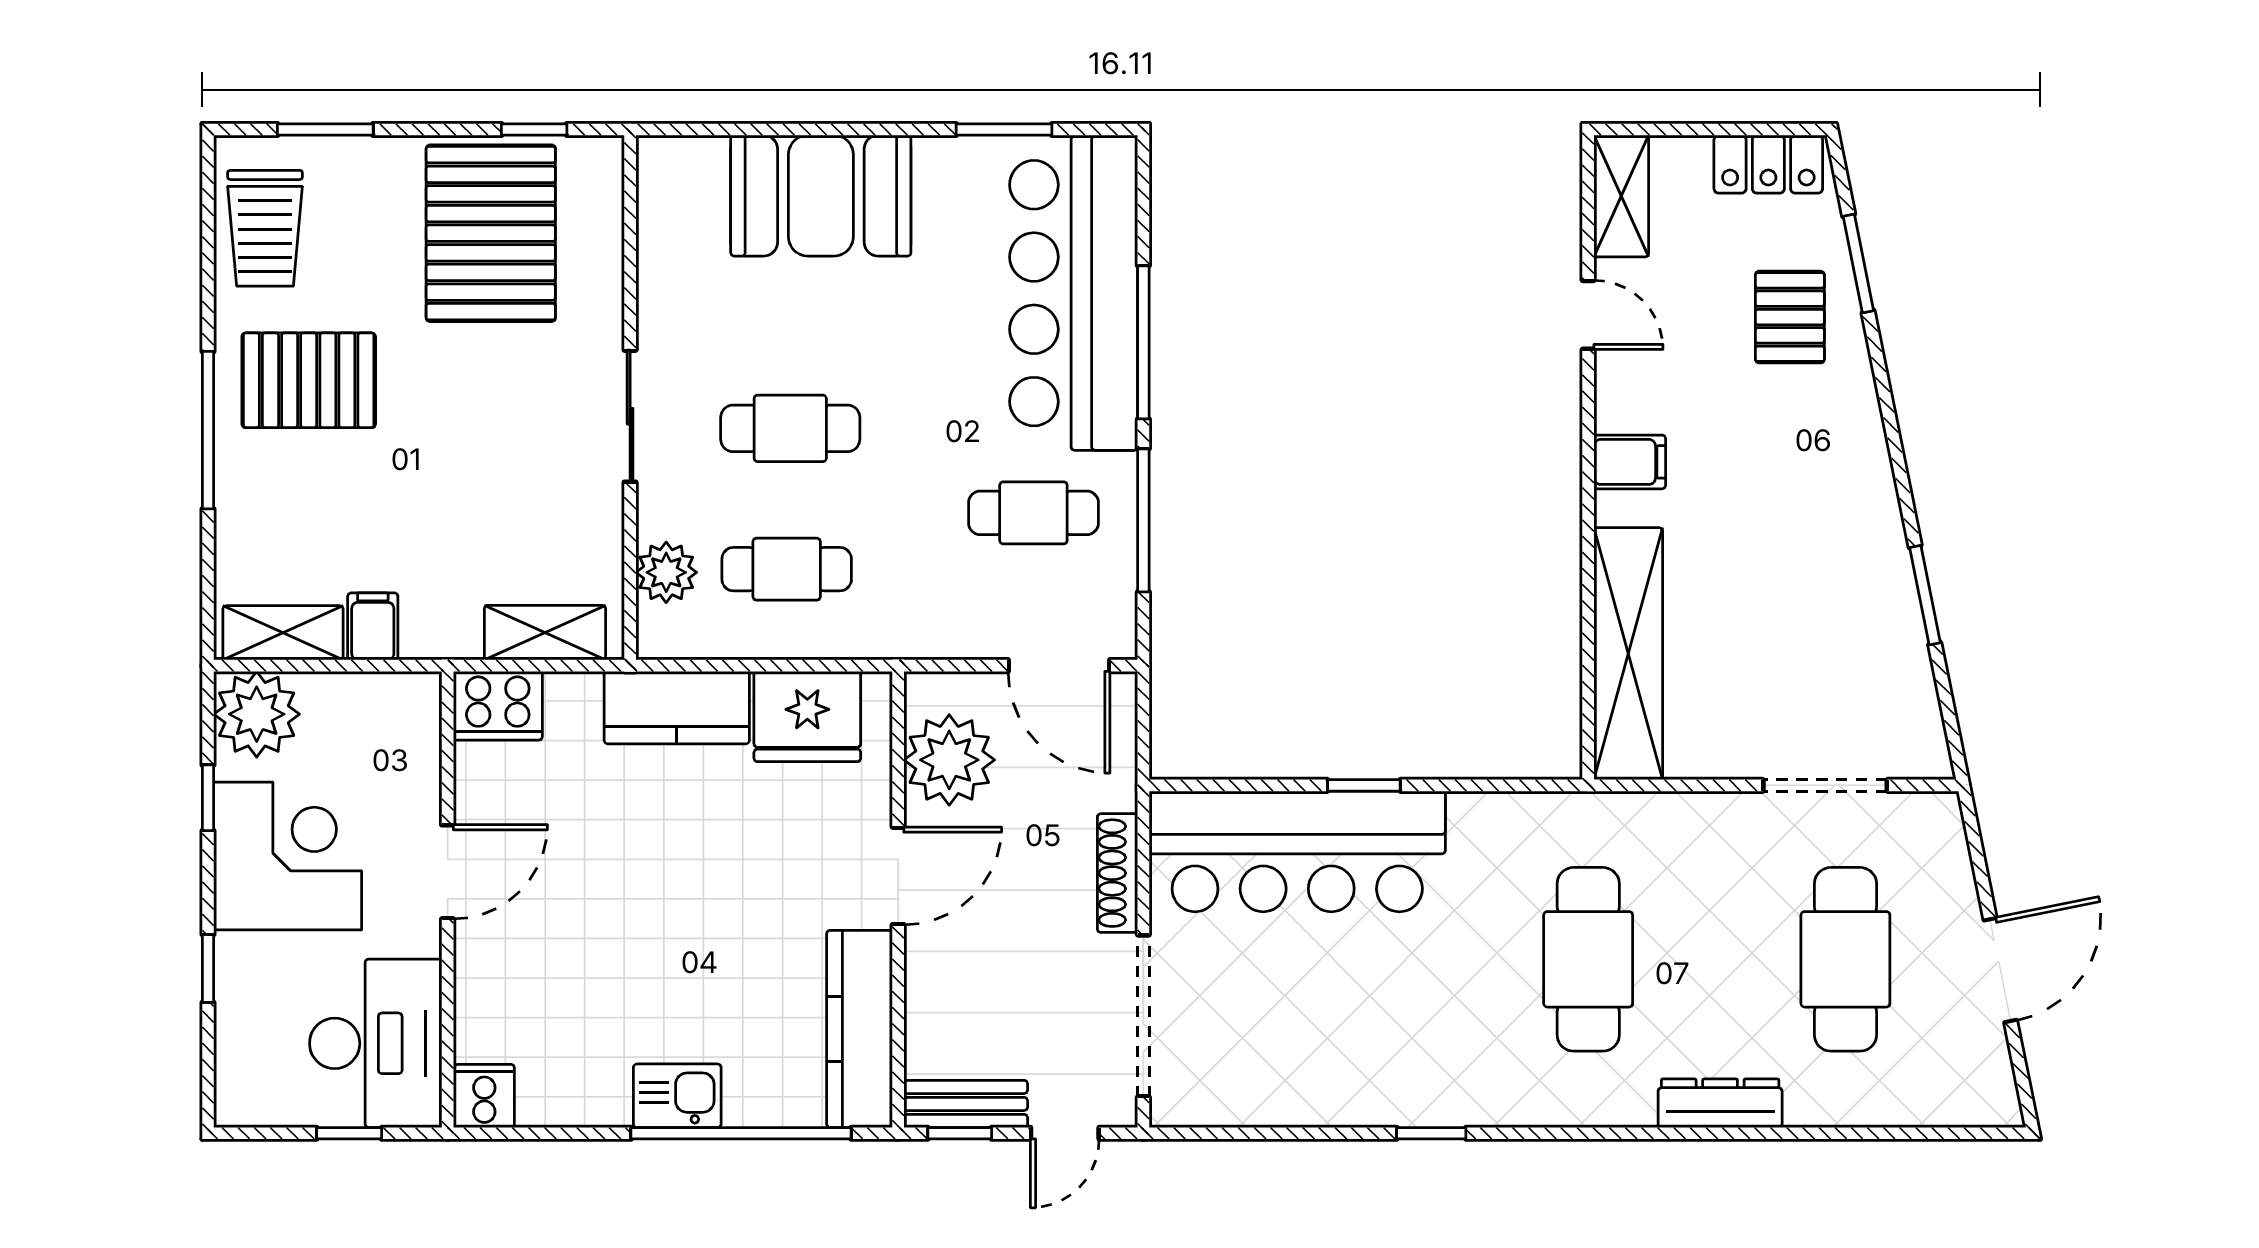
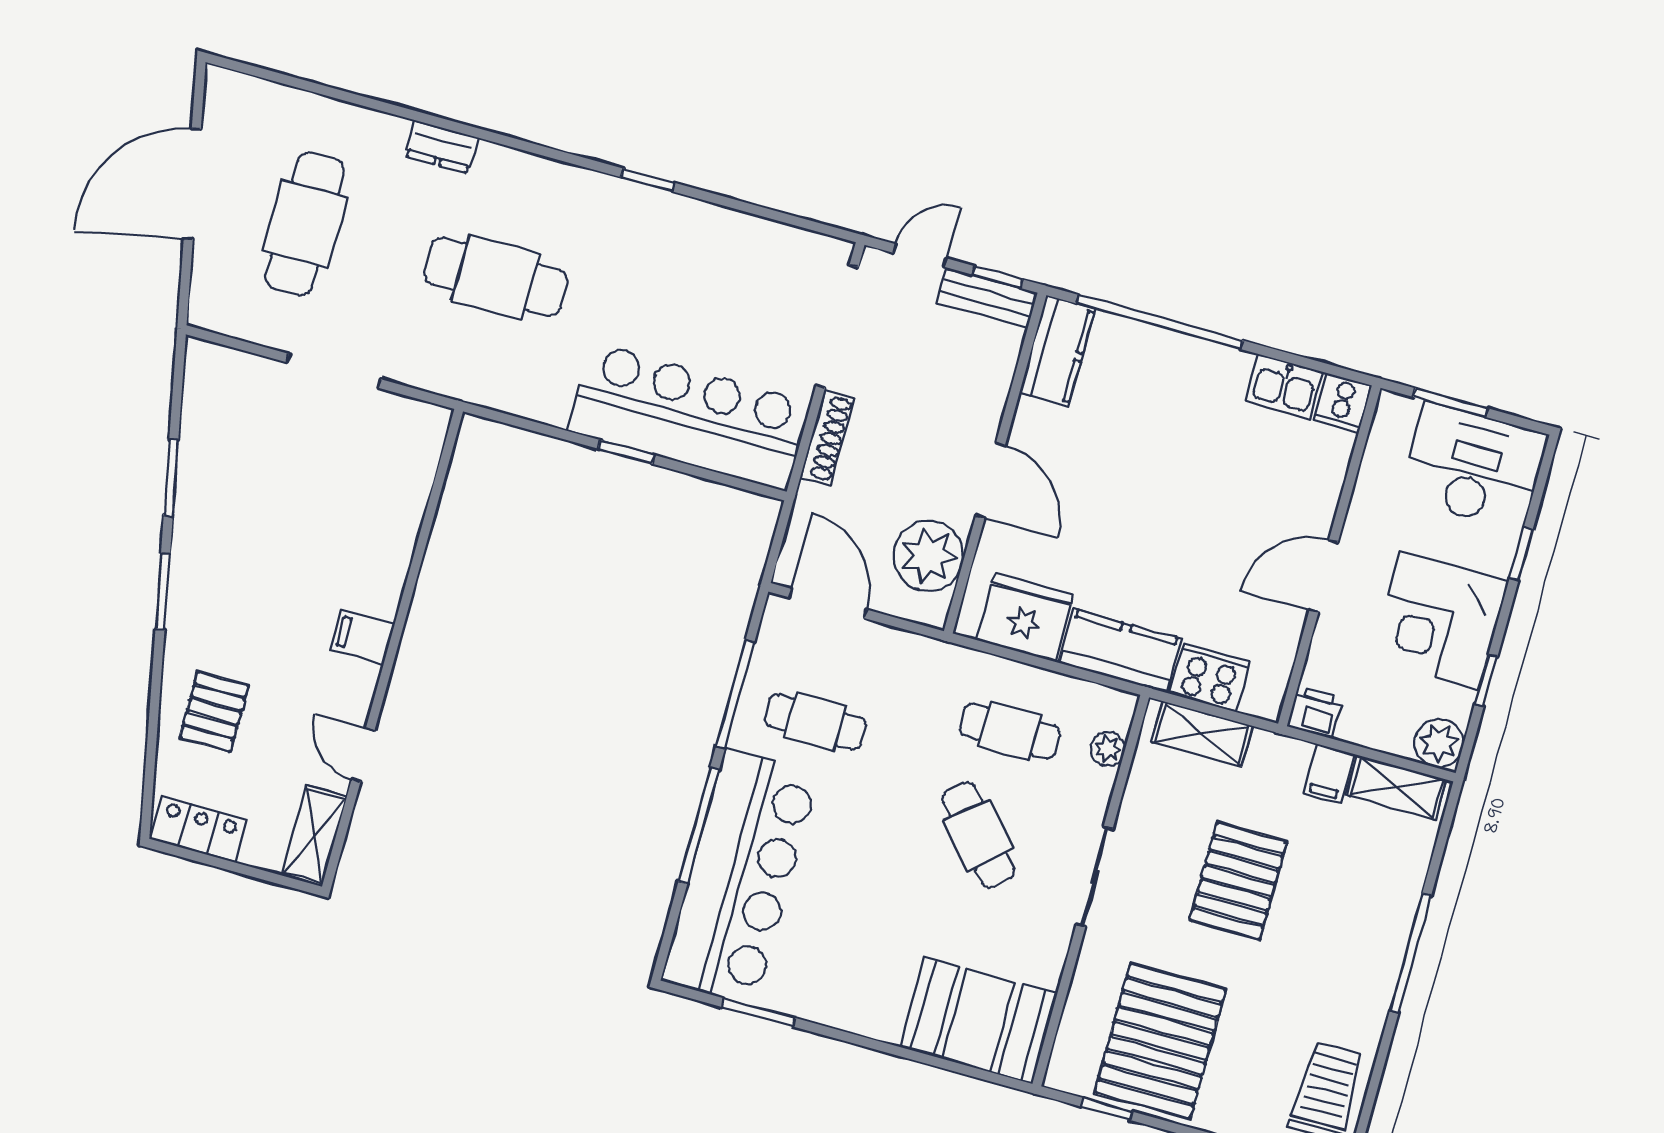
booth: (821, 196) -> (978, 1021), moved
window: (1858, 263) -> (163, 591), moved
pallet: (309, 380) -> (1238, 881), moved, turned 90
cafe table: (790, 428) -> (978, 835), turned 49
plant: (666, 572) -> (1108, 749), width x0.73, depth x0.73
shelving: (1628, 654) -> (403, 495), removed
printer: (412, 699) -> (1315, 712), added
cooker: (498, 706) -> (1210, 677), moved
plant: (257, 714) -> (1439, 743), width x0.73, depth x0.73
doorway: (1825, 785) -> (334, 371), moved
door: (898, 876) -> (990, 481), swing flipped
cafe table: (1588, 959) -> (496, 277), turned 90
door: (2000, 970) -> (192, 184), width x1.36
kitchen counter: (860, 1029) -> (1057, 351), width x0.67
desk: (376, 1043) -> (1474, 466), moved, turned 90
kitchen sink: (677, 1096) -> (1284, 386), moved
dresser: (1720, 1103) -> (441, 147), width x0.70
window: (349, 1133) -> (1450, 403), width x1.50

